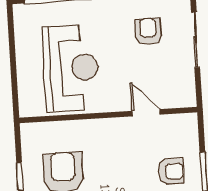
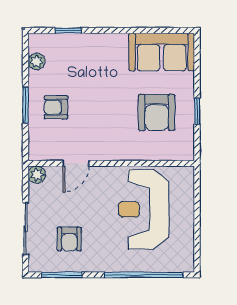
plant: (187, 98) -> (37, 175), added
door: (146, 113) -> (76, 163), hinge flipped

